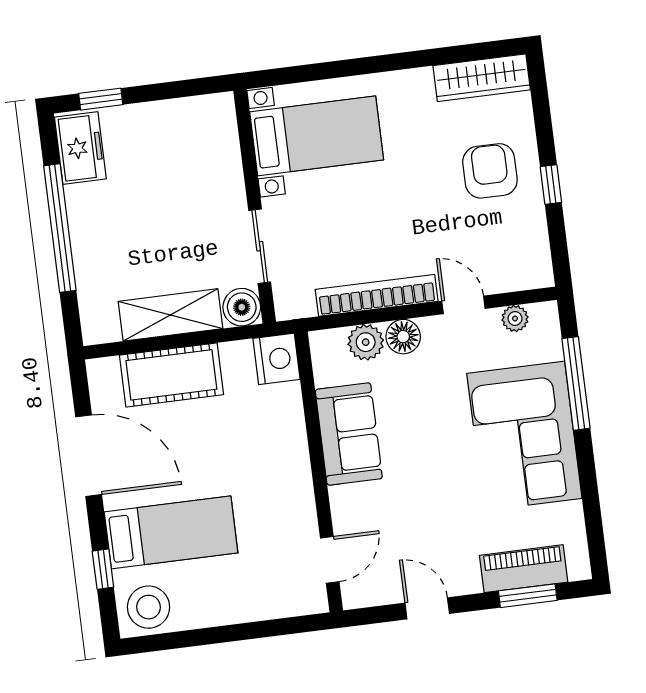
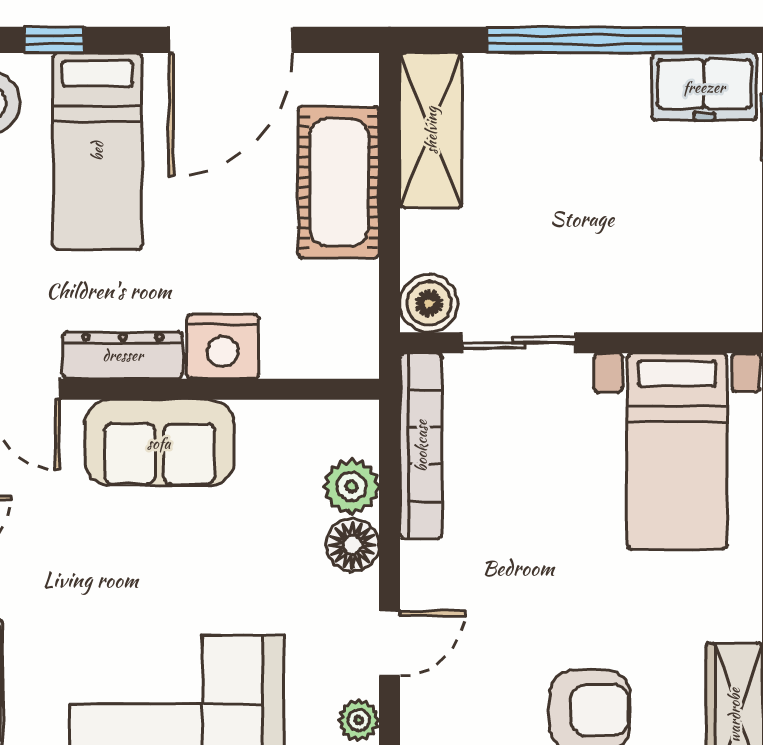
bookcase: (377, 295) -> (421, 446), moved
shelving: (170, 315) -> (431, 130), moved
nightstand: (276, 359) -> (223, 347), moved
sofa: (349, 434) -> (159, 443), moved
dresser: (300, 500) -> (123, 355), added

